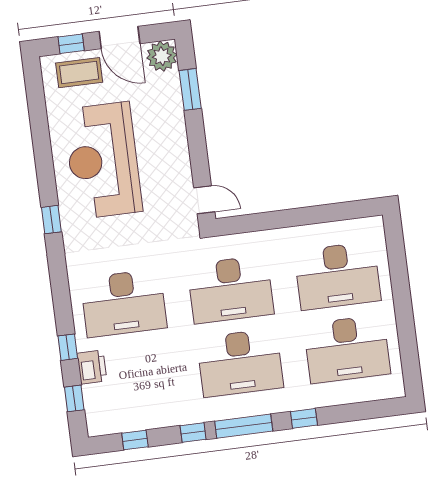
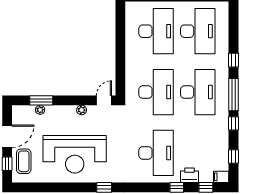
plant: (162, 56) -> (40, 110), moved, width x0.53, depth x0.53
plant: (182, 163) -> (82, 110), added
filing cabinet: (96, 423) -> (221, 177), added

